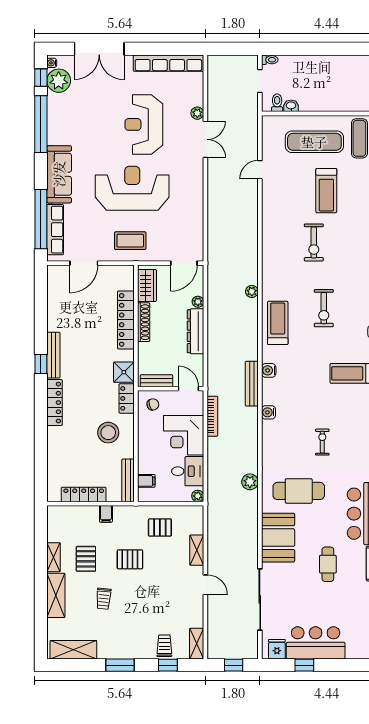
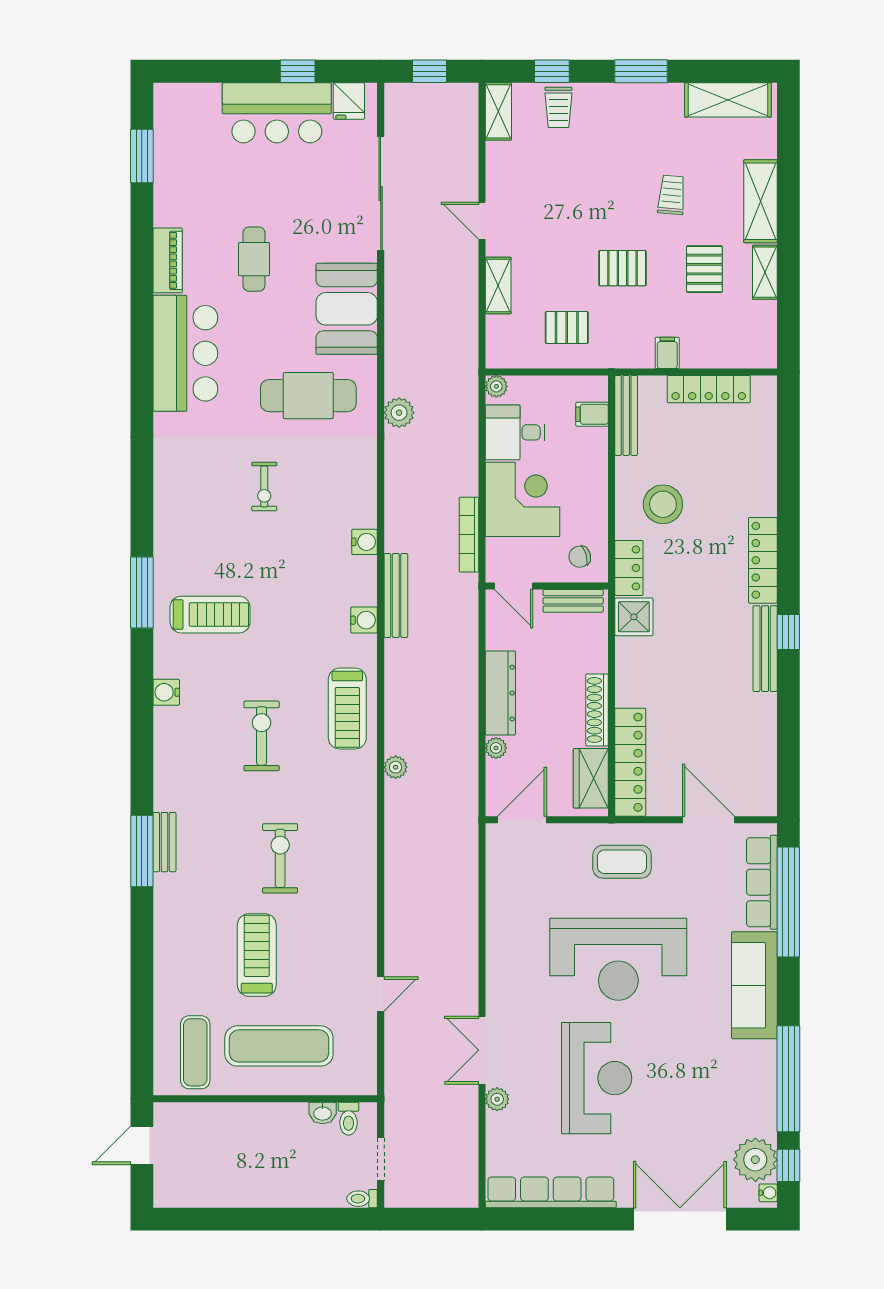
door: (84, 263) -> (708, 820), hinge flipped
locker: (126, 320) -> (630, 762), moved

